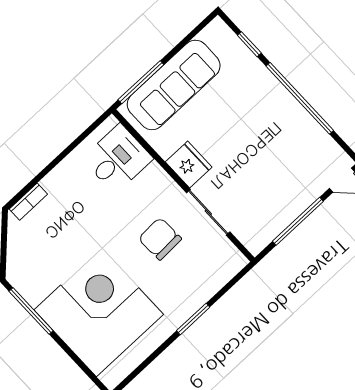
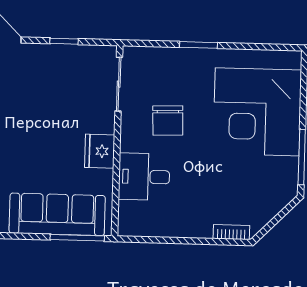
desk: (117, 159) -> (144, 177), moved
sliding door: (208, 212) -> (119, 84), moved
window: (298, 221) -> (64, 41), width x0.46

